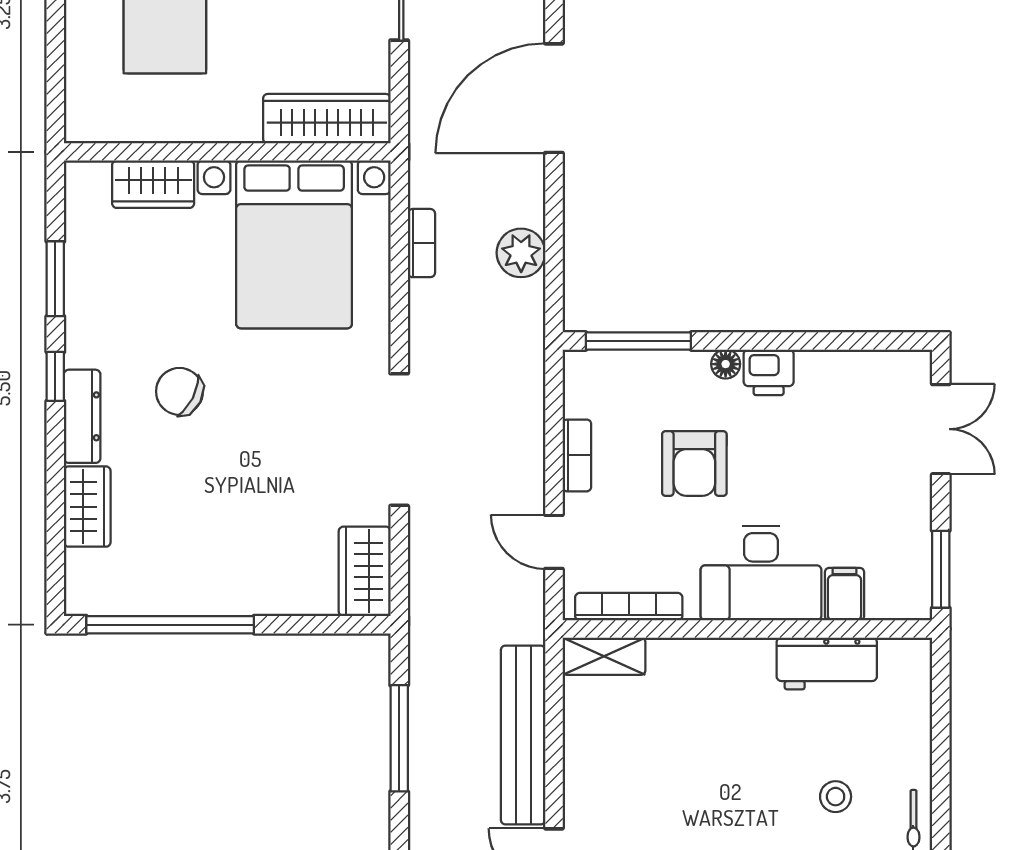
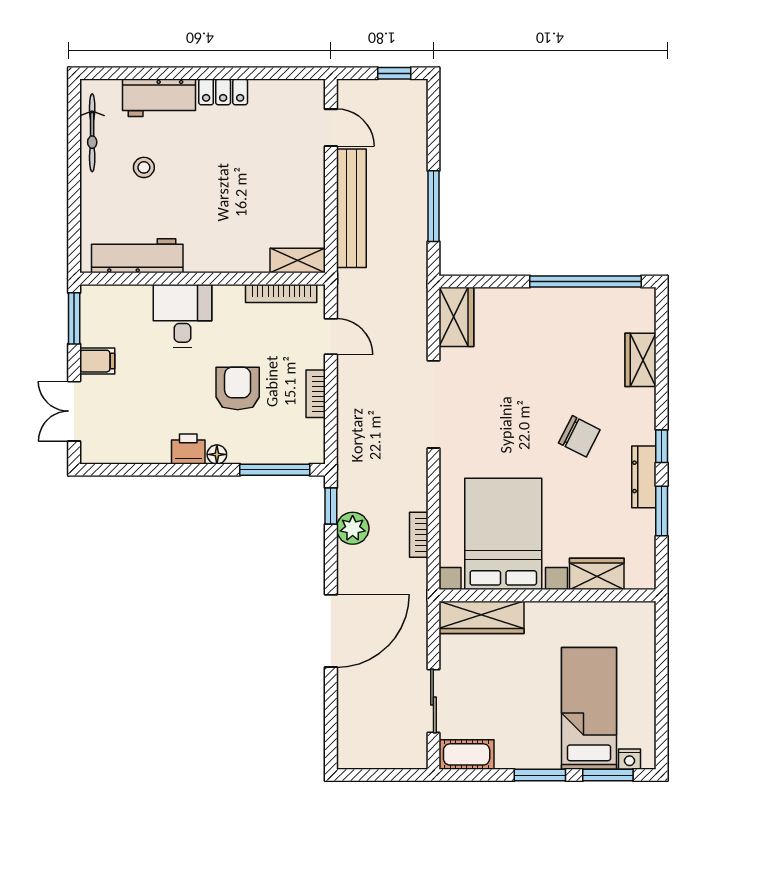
window: (554, 286) -> (331, 506), added
dresser: (82, 416) -> (644, 477), moved
desk: (761, 573) -> (183, 316), width x0.73
filing cabinet: (844, 594) -> (97, 361), moved, turned -90
workbench: (827, 663) -> (137, 256), width x1.38

